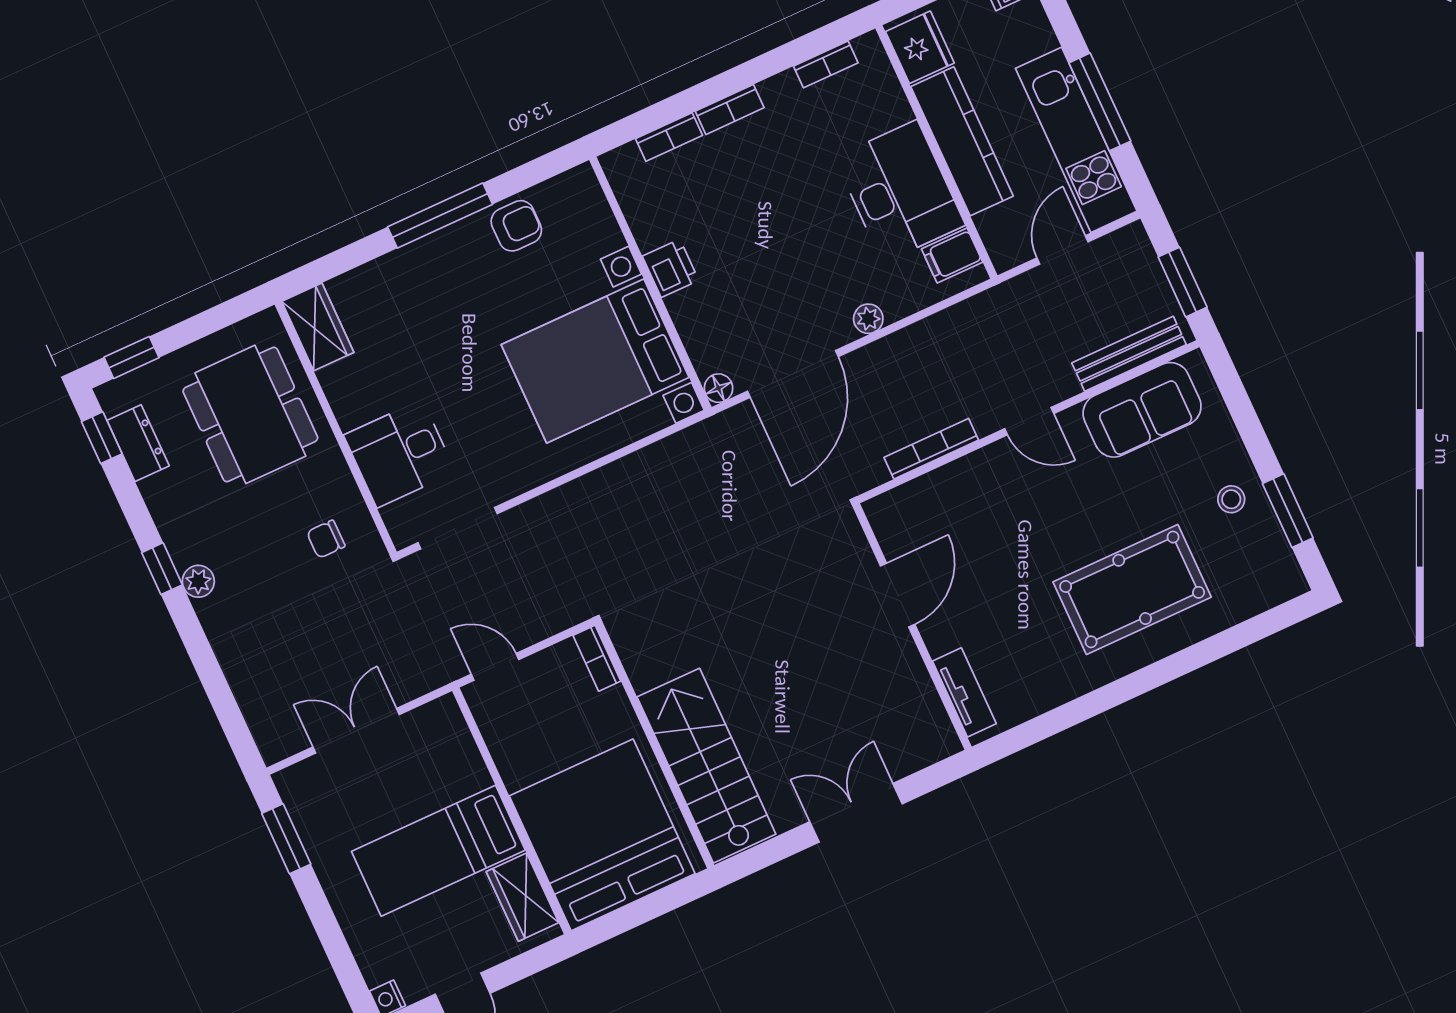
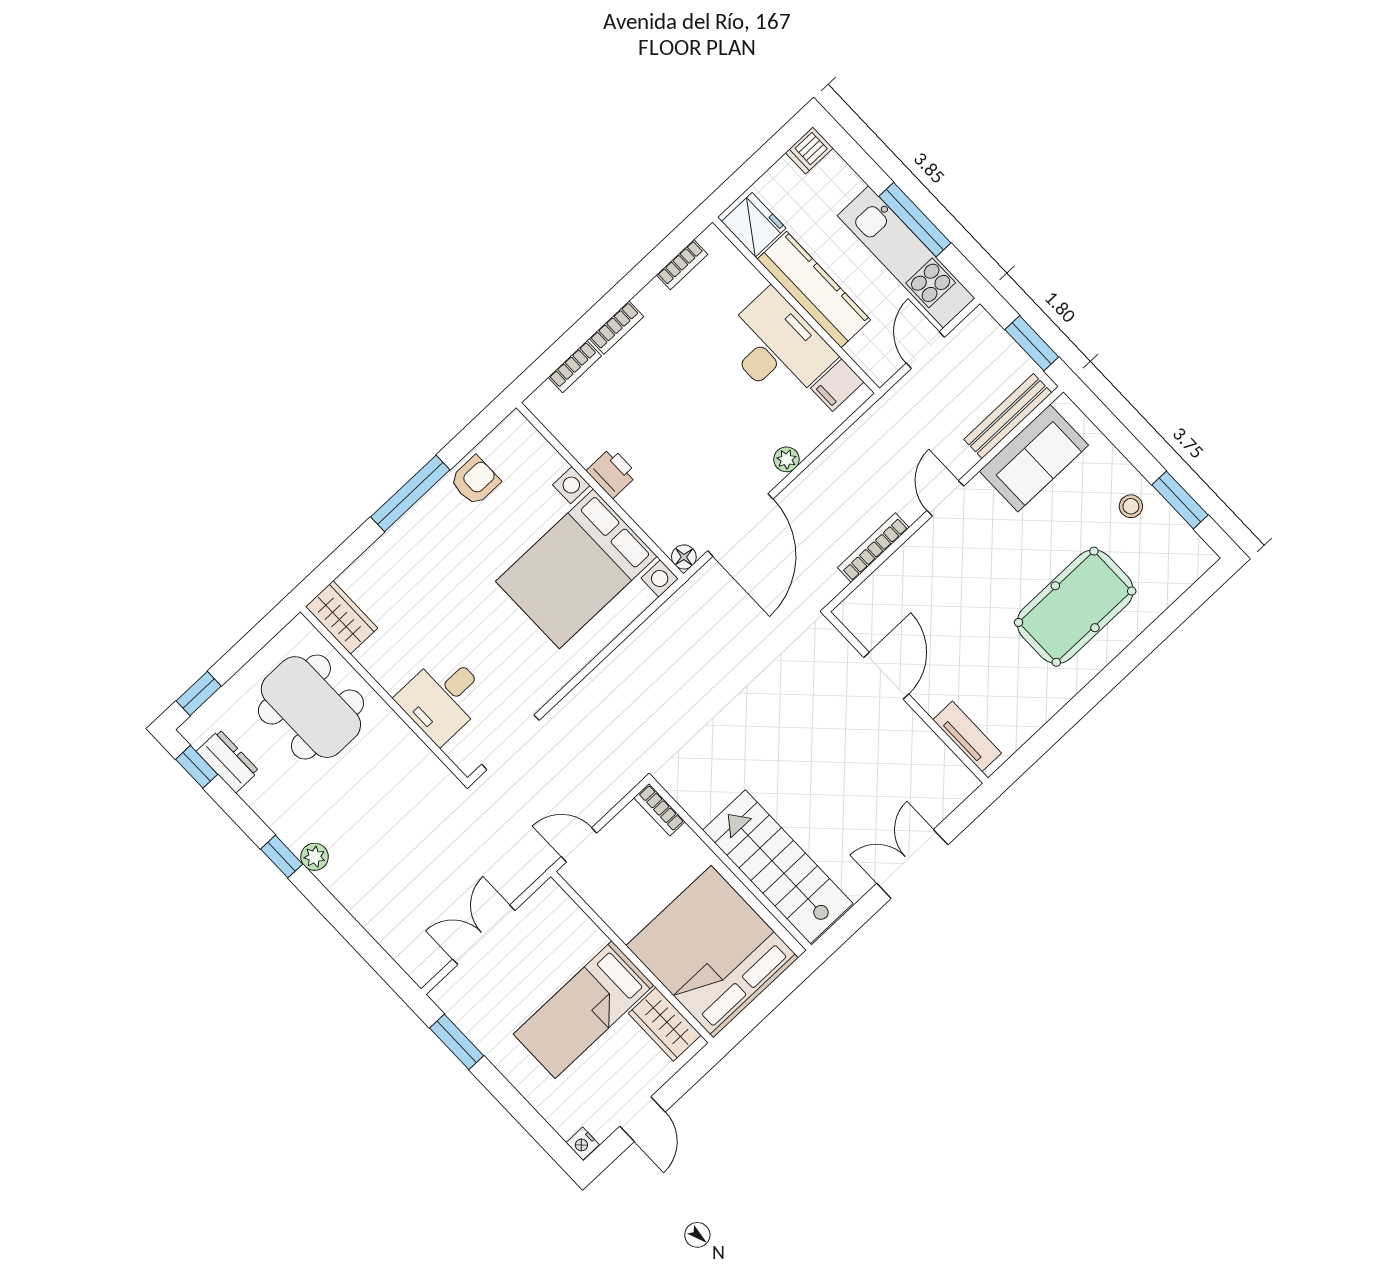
door: (1029, 421) -> (945, 498), swing flipped
chair: (326, 539) -> (406, 788), removed

